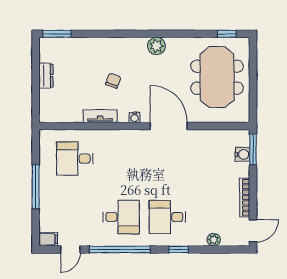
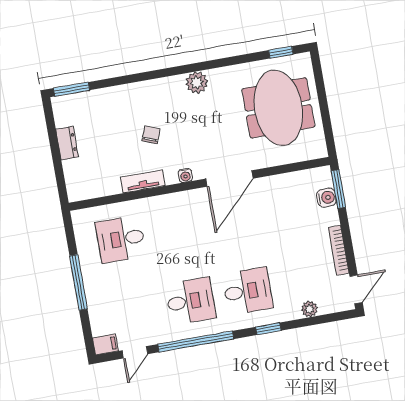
door: (169, 126) -> (229, 179), swing flipped
desk: (167, 217) -> (248, 291), turned 180

